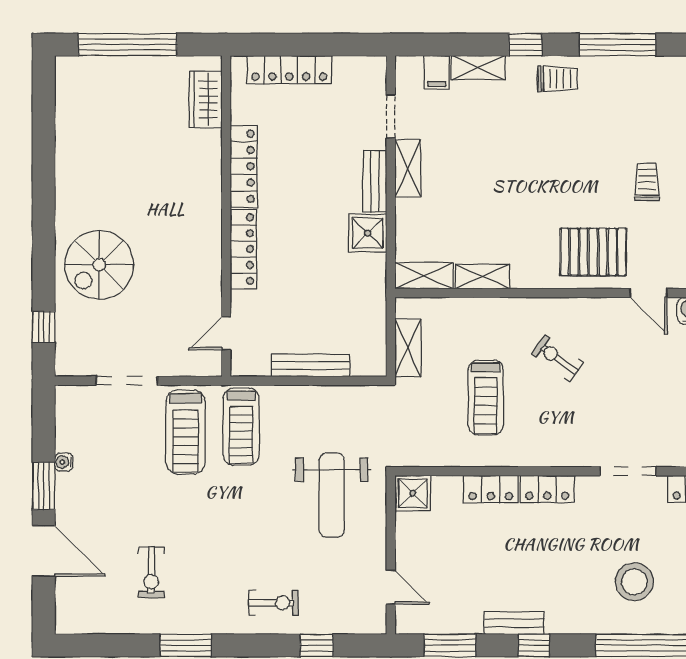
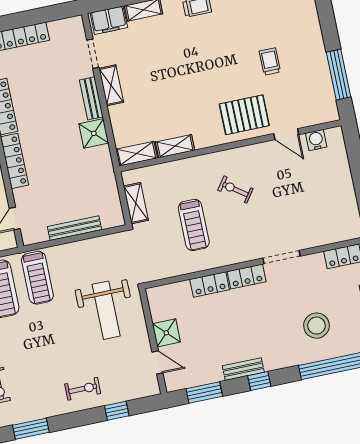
filing cabinet: (437, 72) -> (109, 20), width x2.00
doorway: (628, 471) -> (282, 257), moved
shower: (413, 493) -> (166, 333), moved

